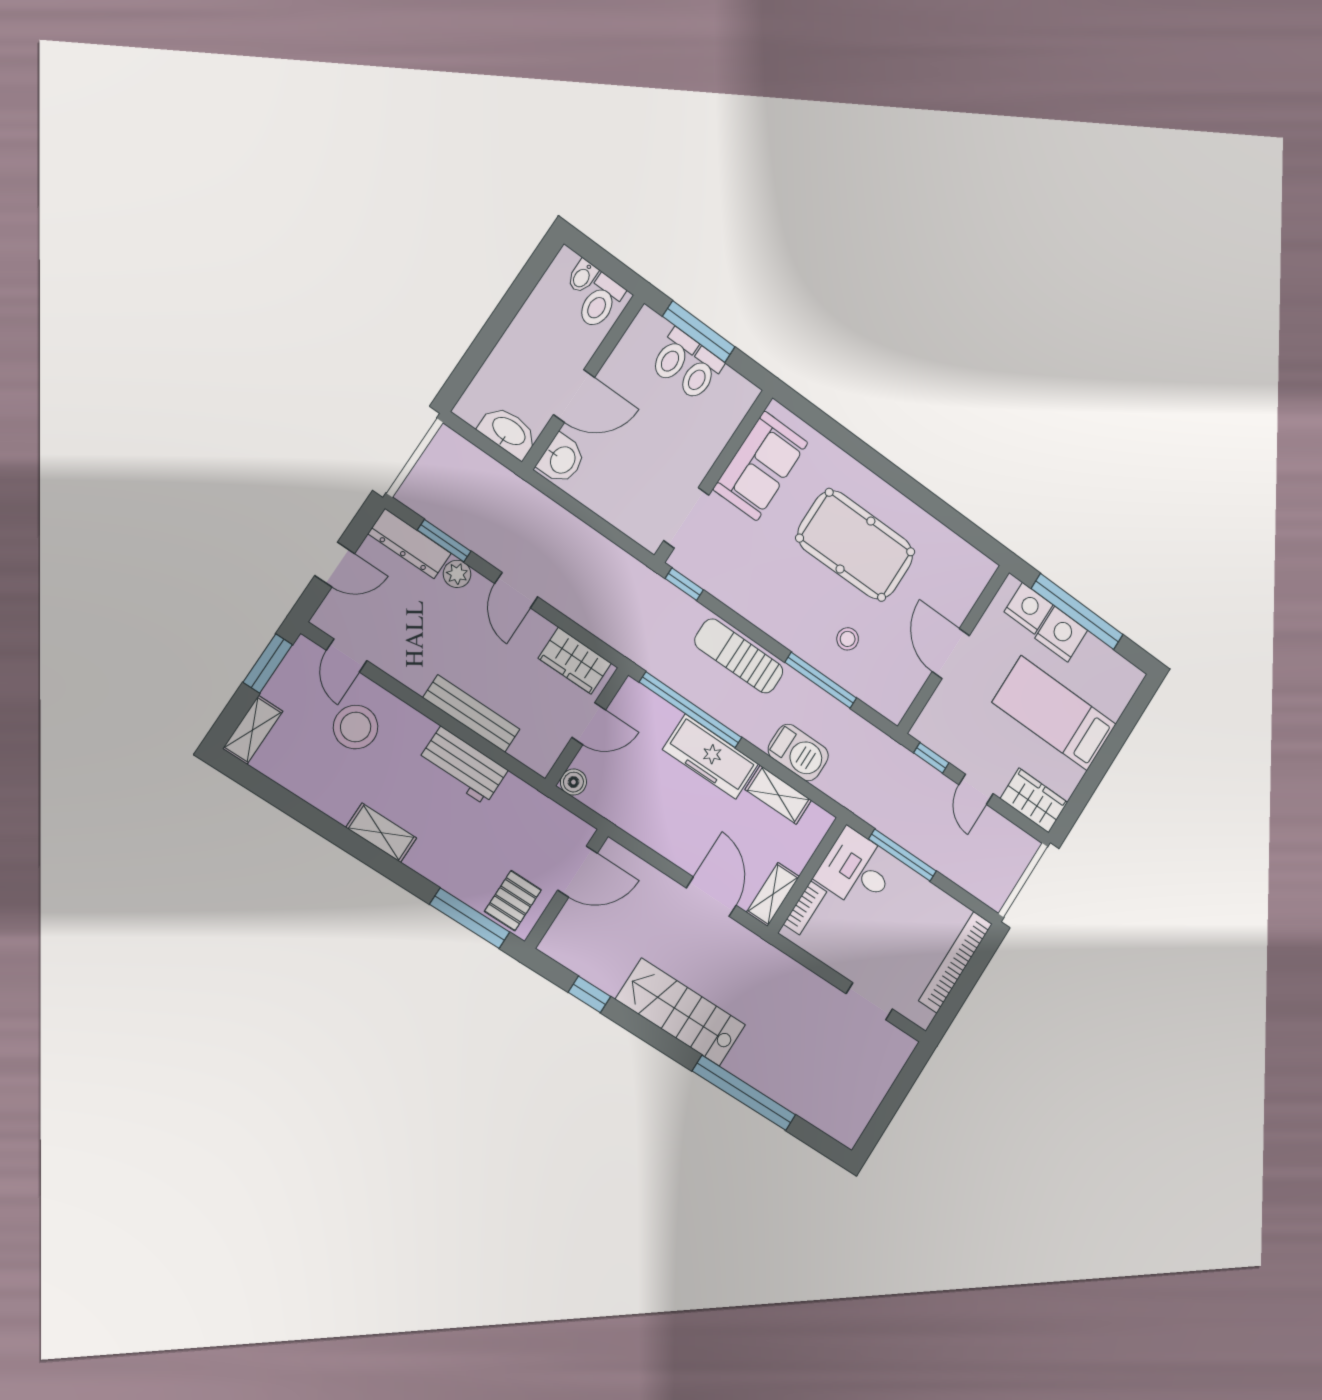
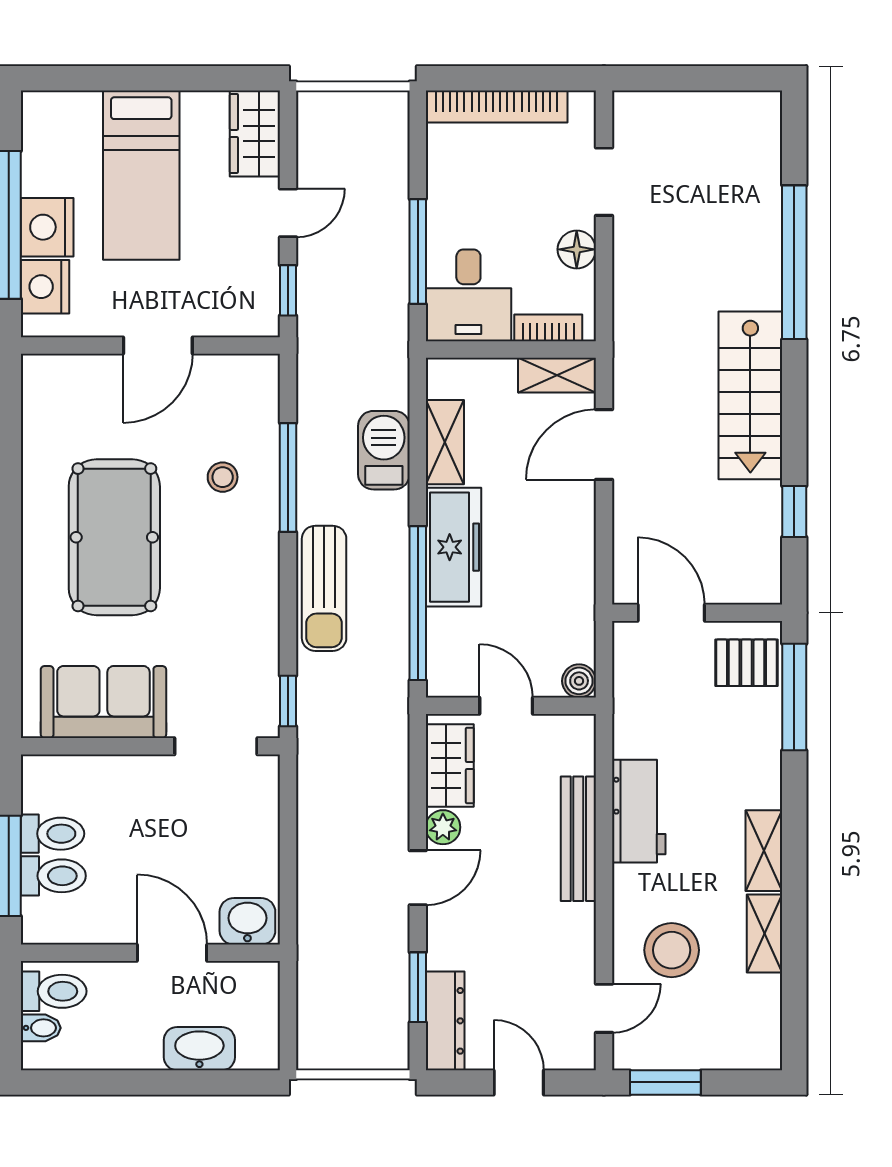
washbasin: (508, 432) -> (199, 1049), moved, turned 90
plant: (457, 574) -> (443, 827), moved
shelving: (253, 730) -> (764, 934), moved, turned 90
floor lamp: (840, 957) -> (577, 249), added

